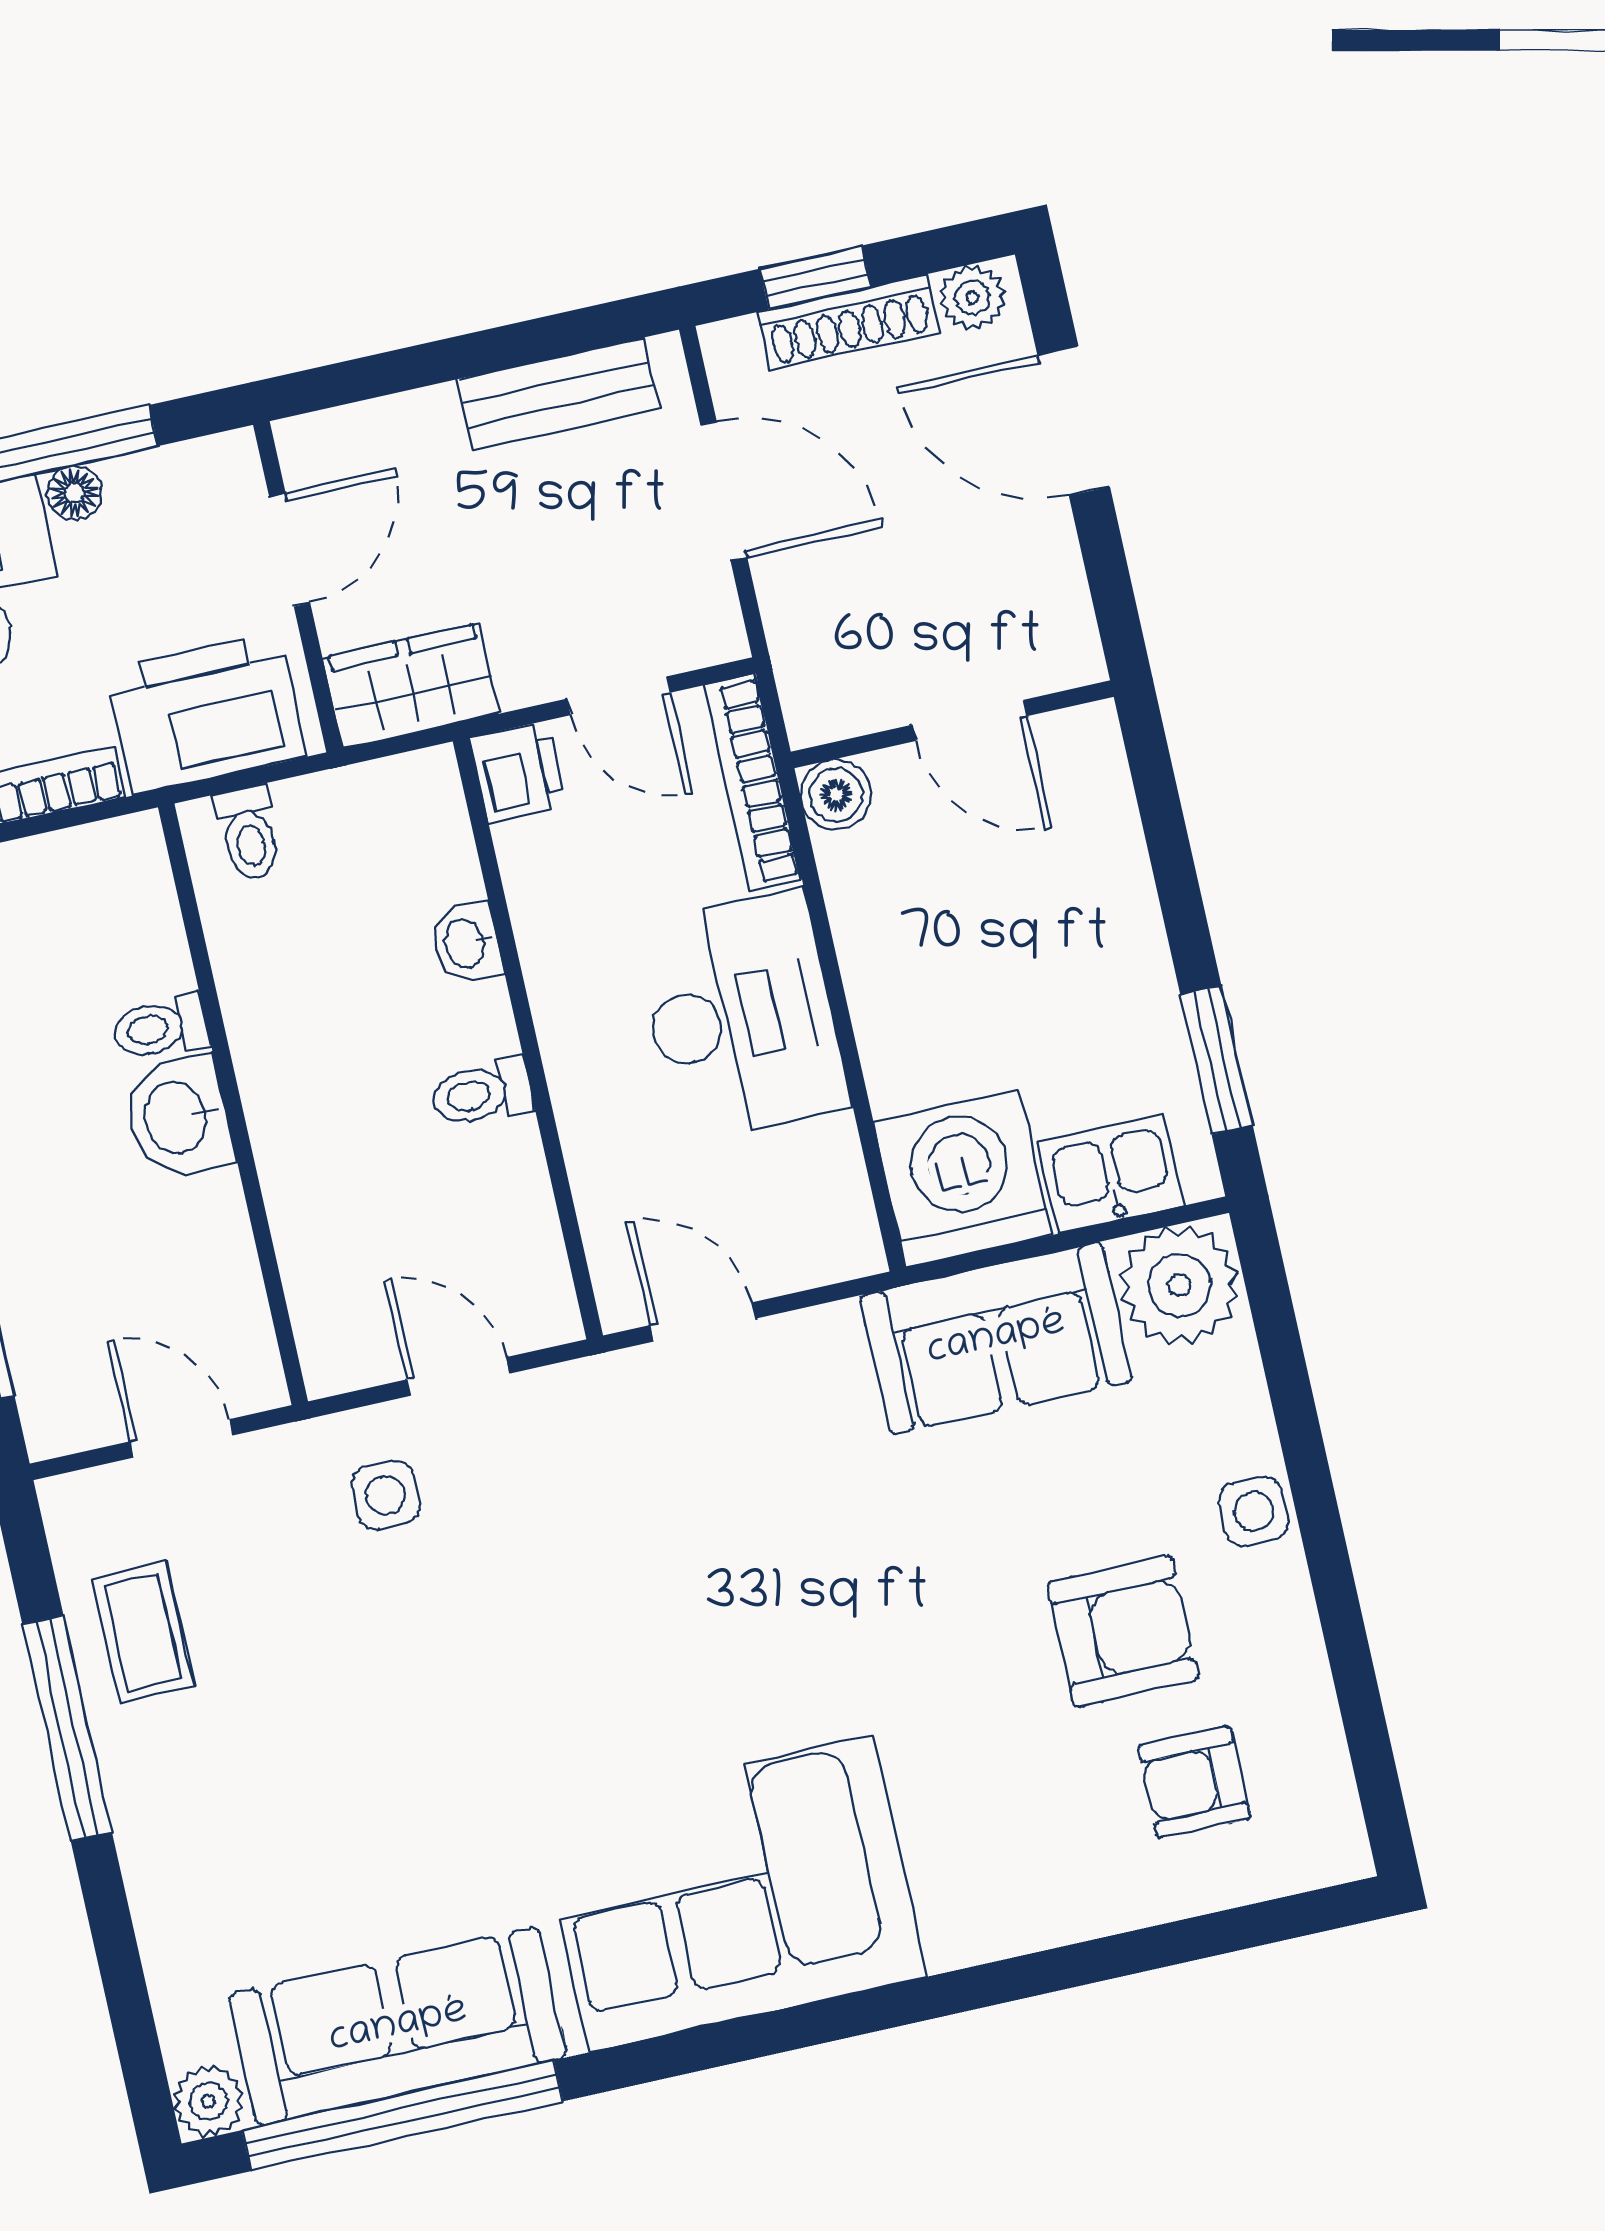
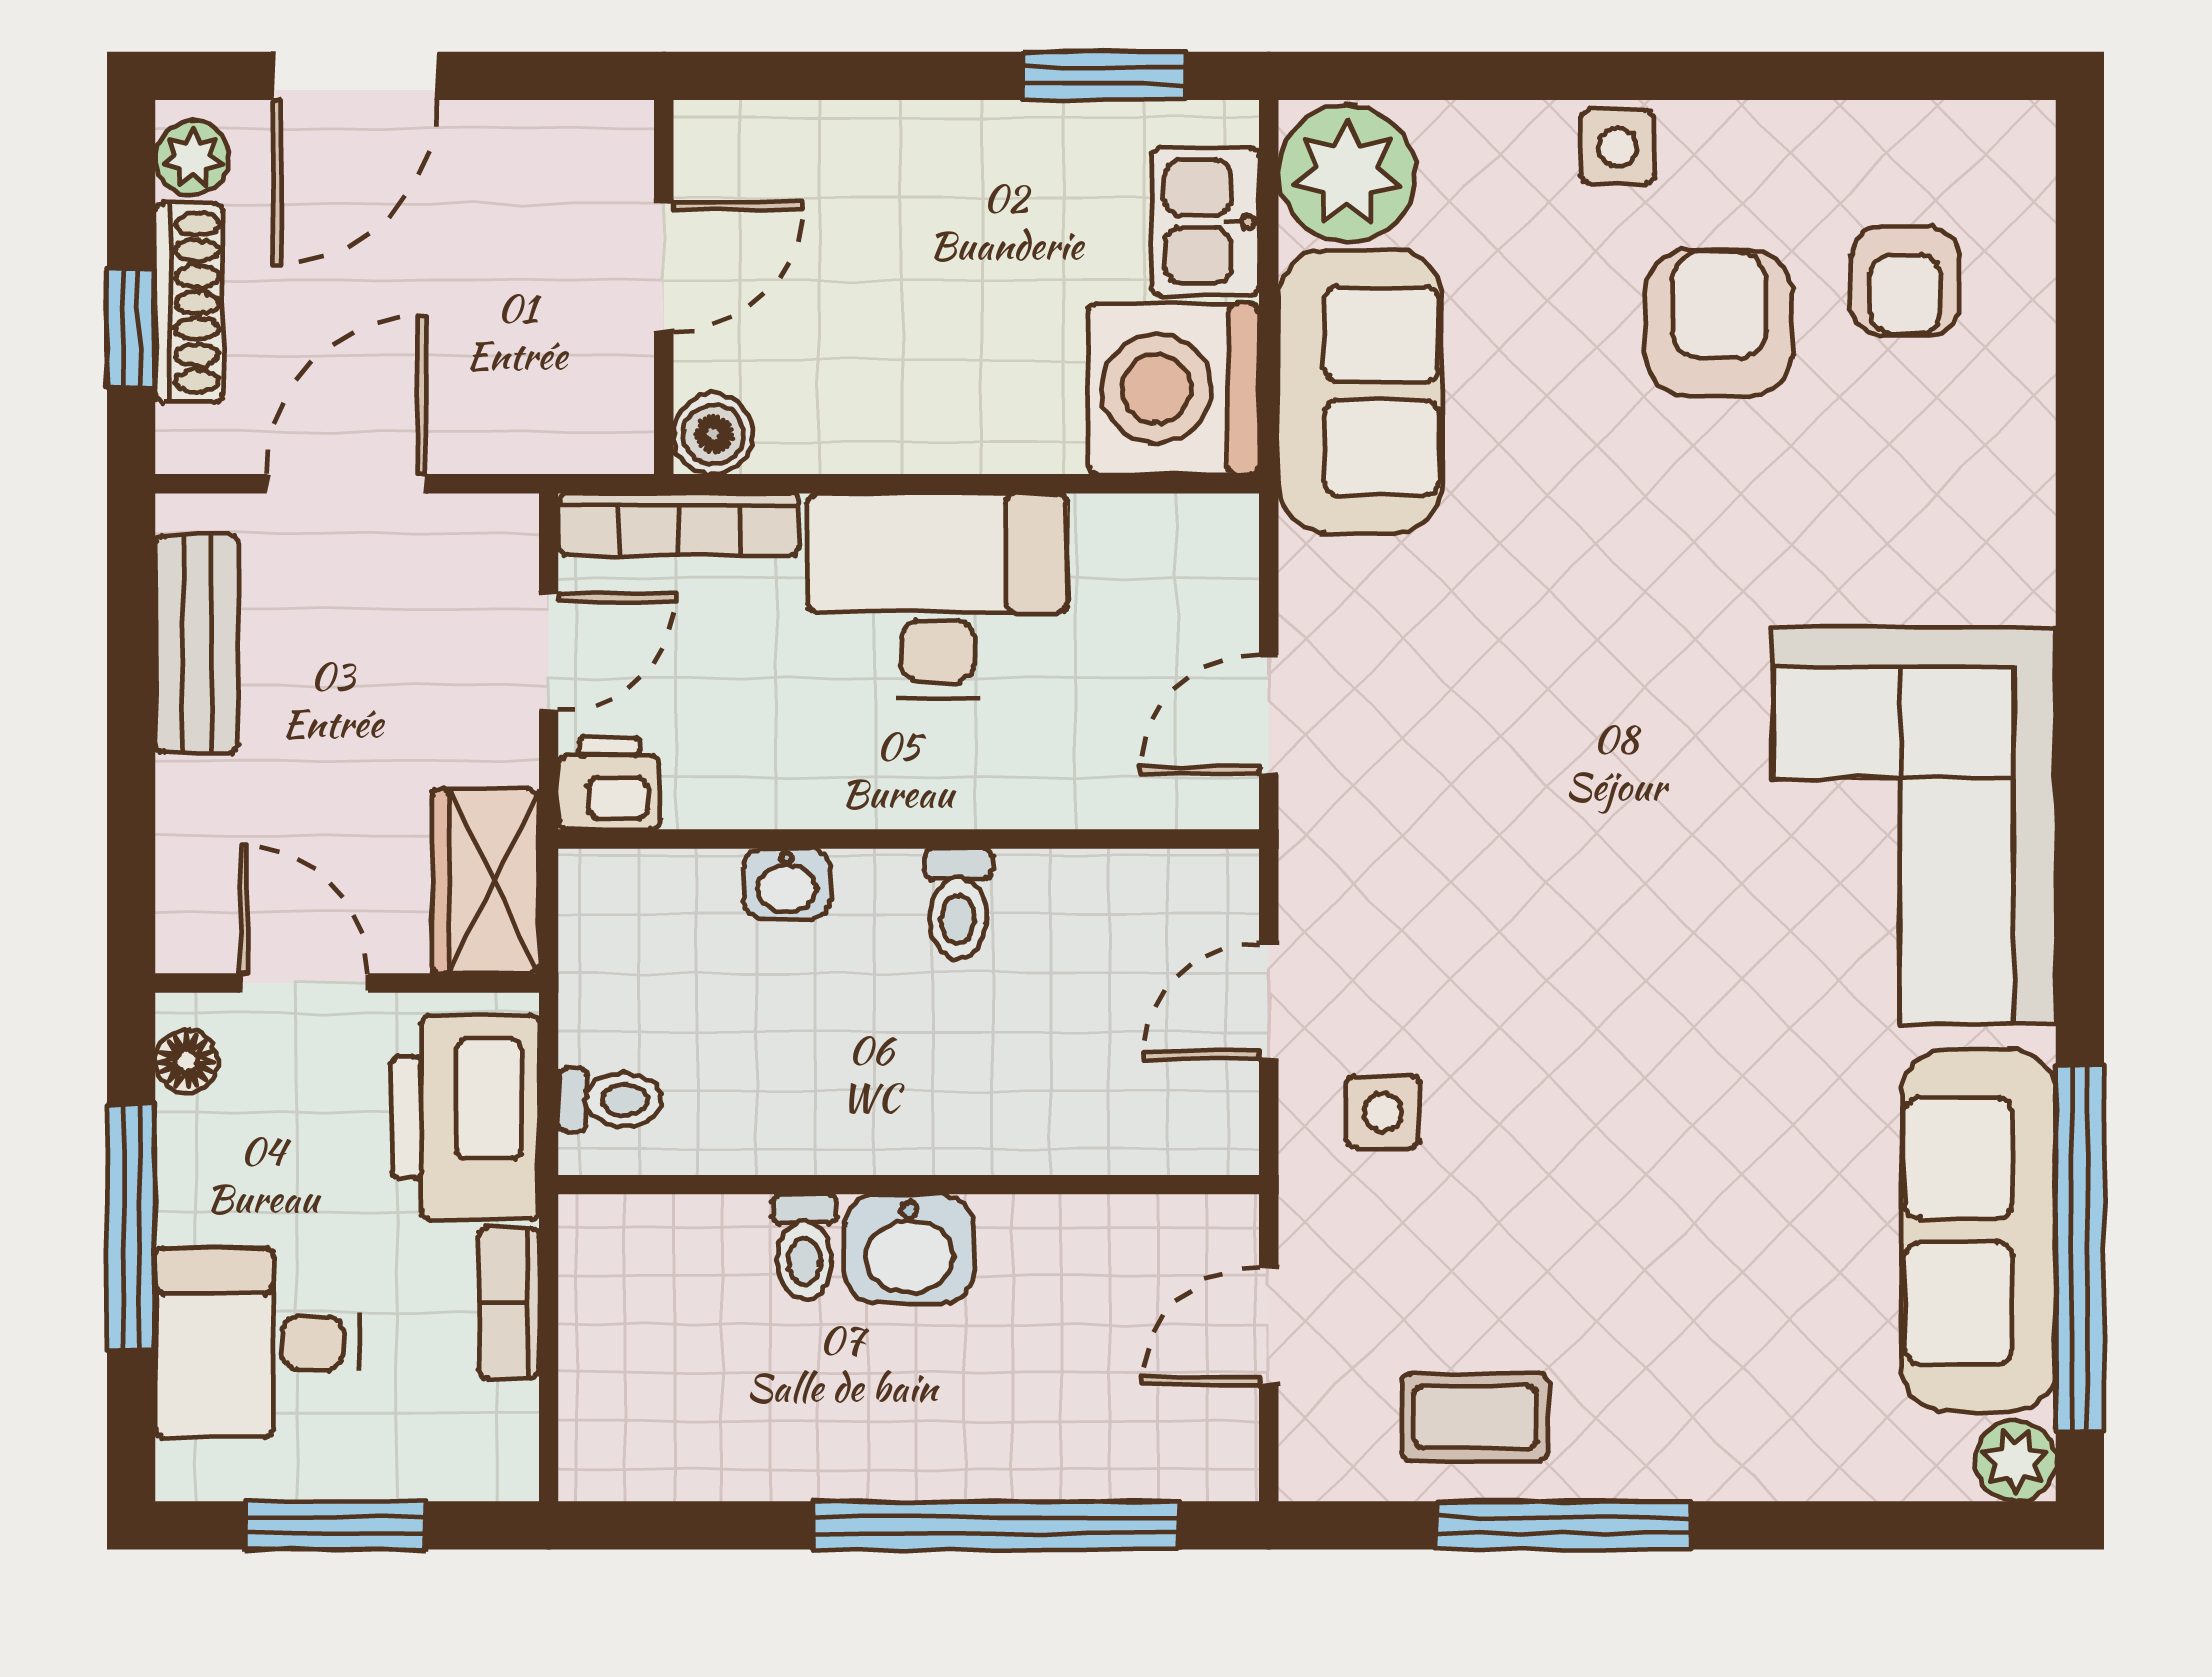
floor lamp: (74, 493) -> (186, 1061), moved

